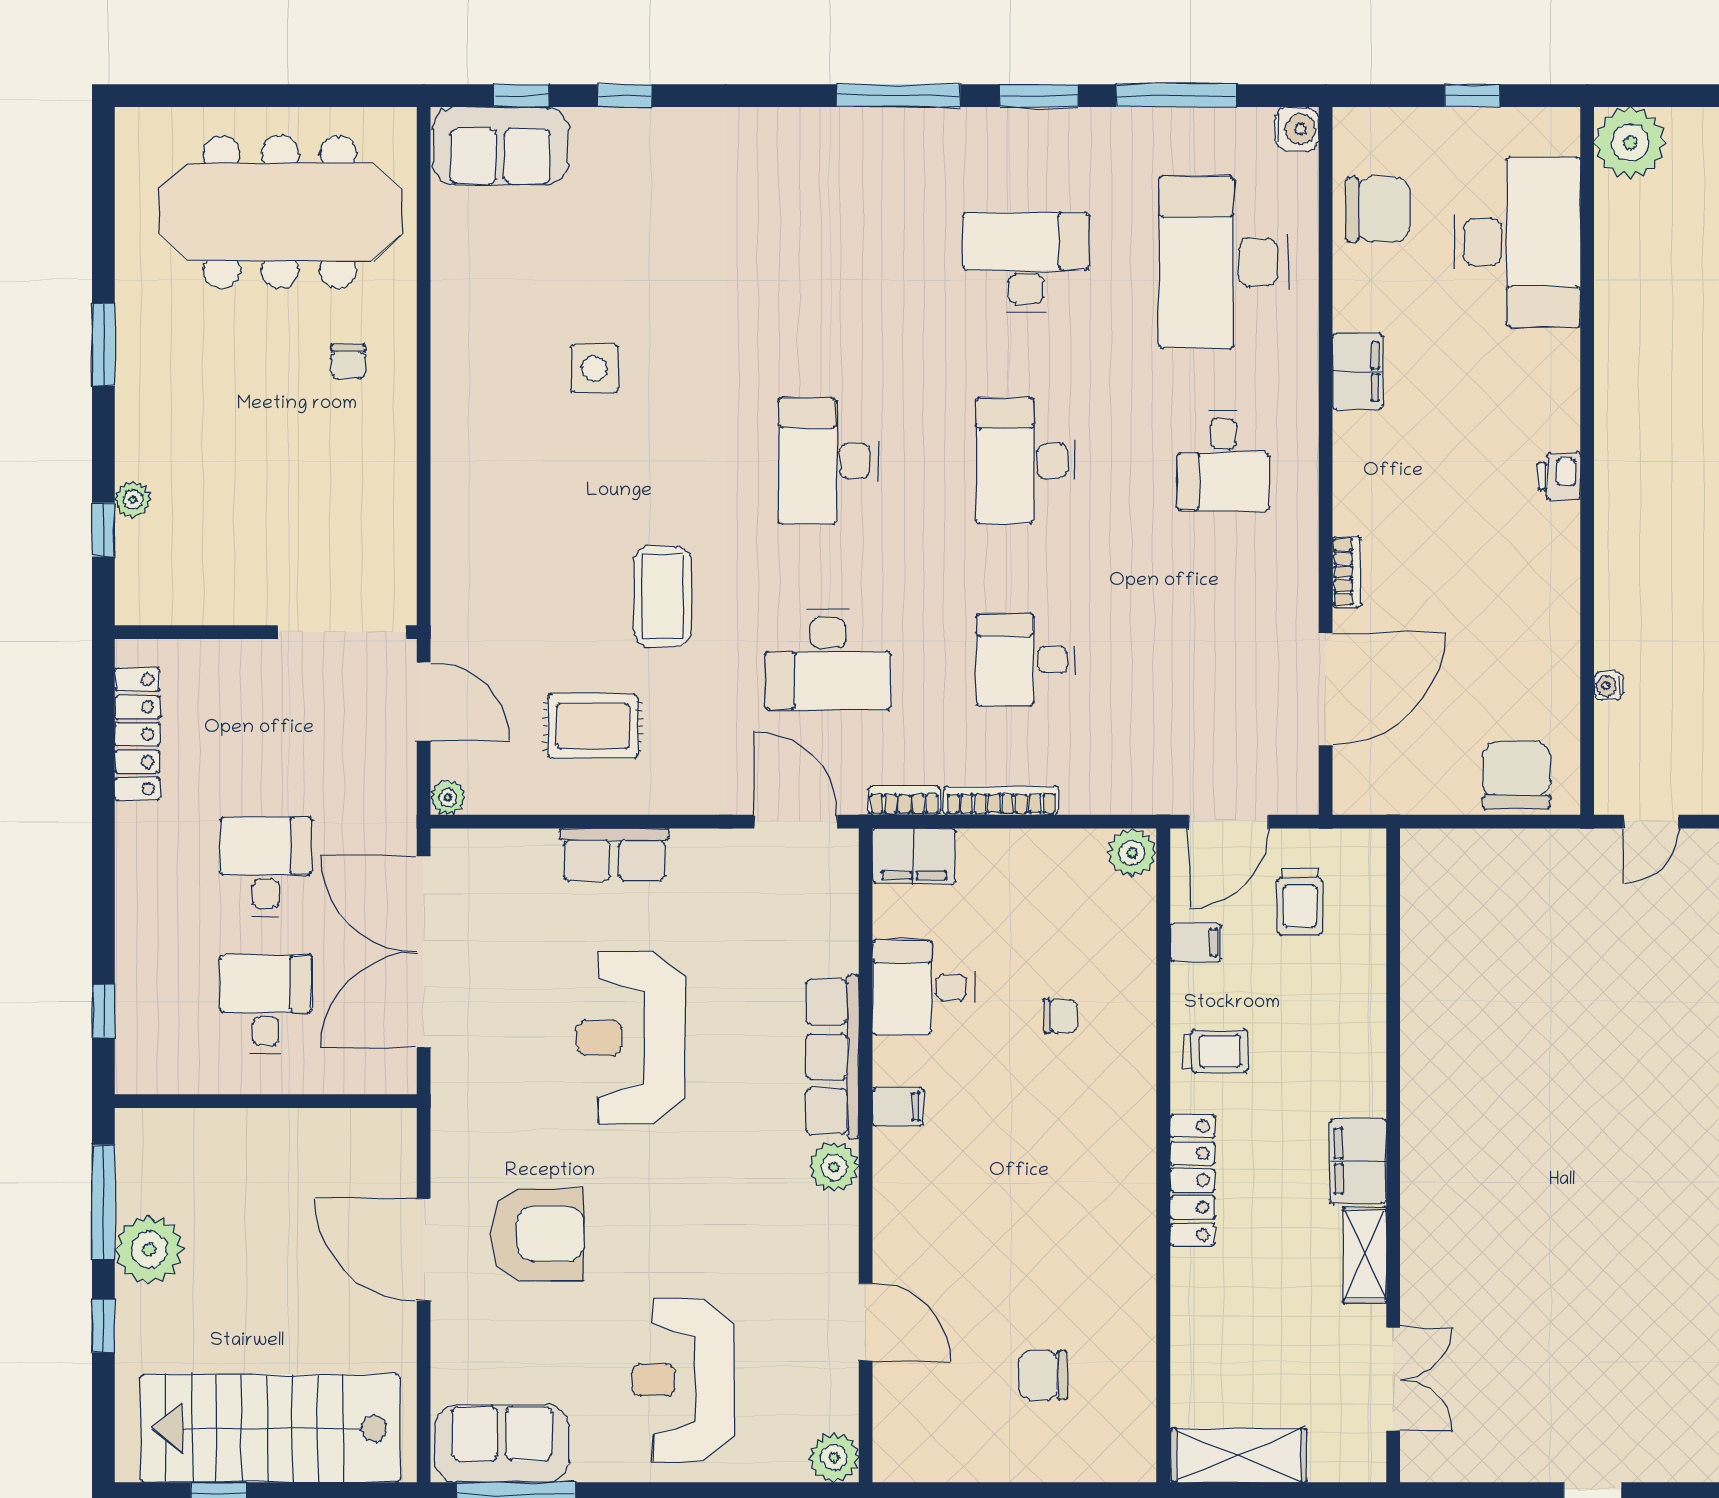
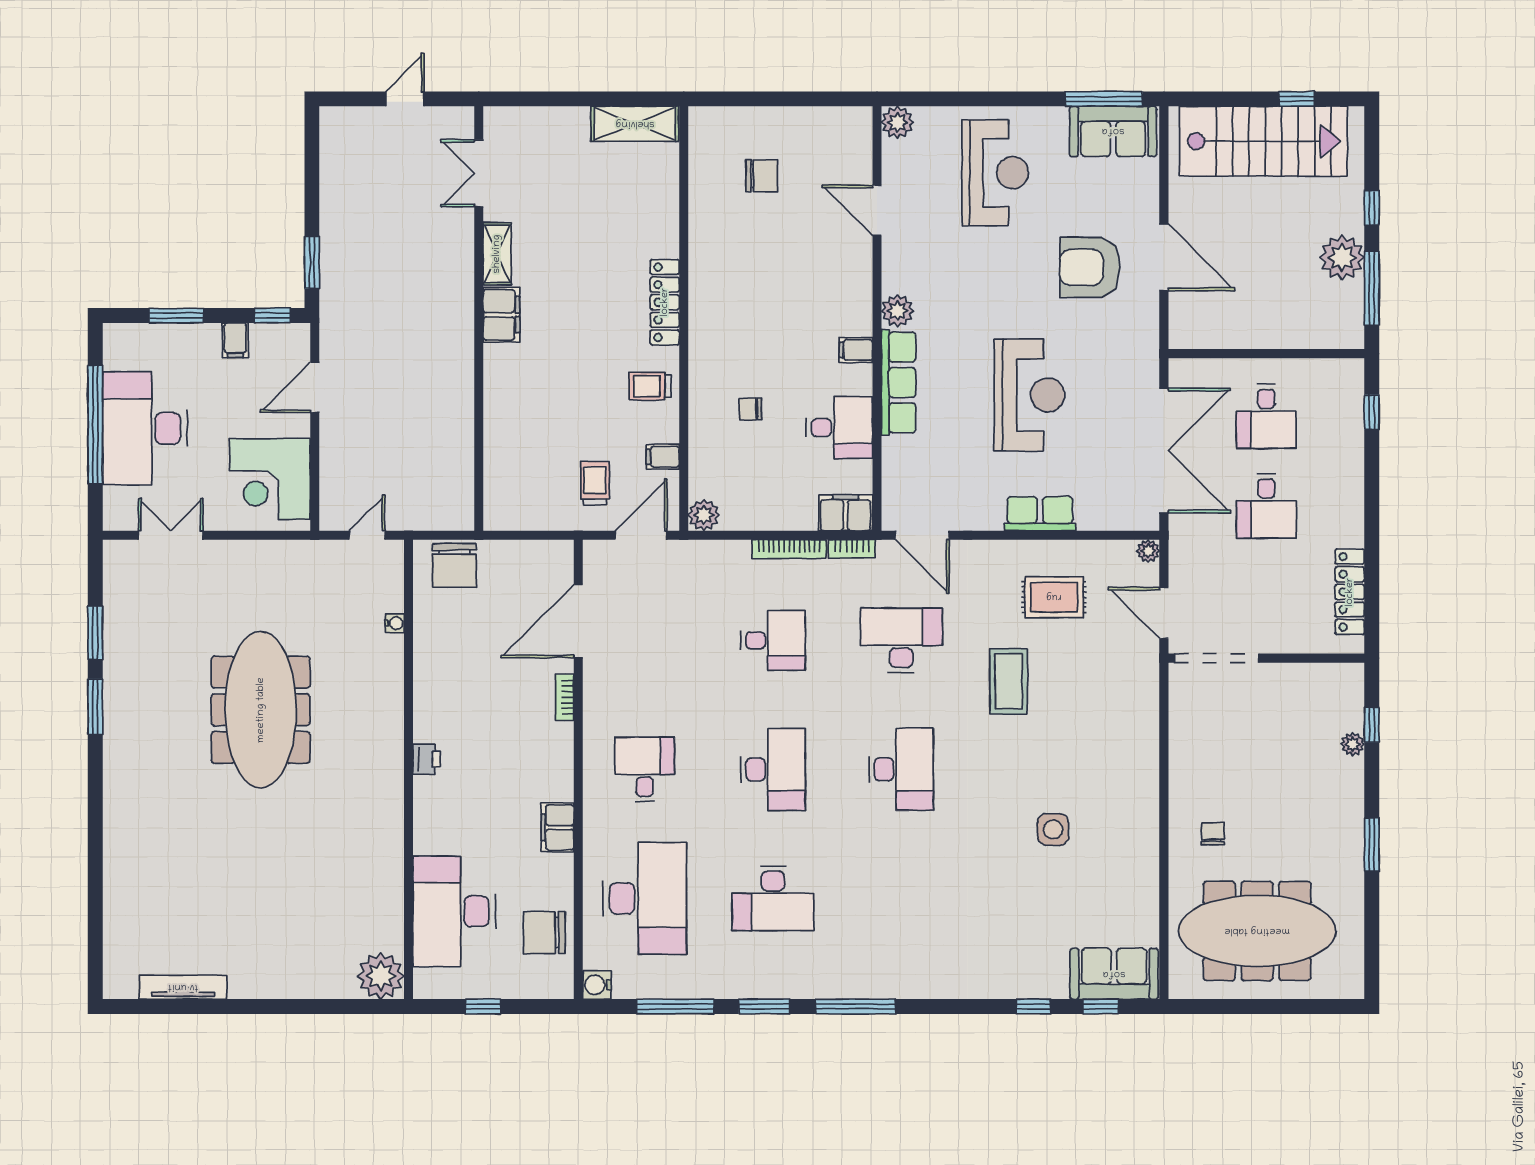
wall: (1393, 1155) -> (479, 318), moved
filing cabinet: (1358, 1161) -> (501, 315), moved
shelving: (1365, 1255) -> (497, 254), moved
double door: (1393, 1379) -> (479, 173), moved

